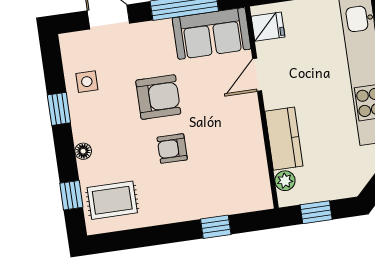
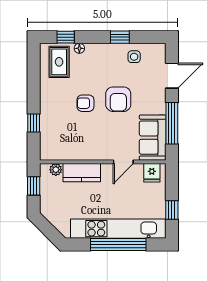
door: (257, 75) -> (123, 162), swing flipped
armchair: (172, 149) -> (85, 103), turned -90
floor lamp: (83, 151) -> (79, 48), moved

